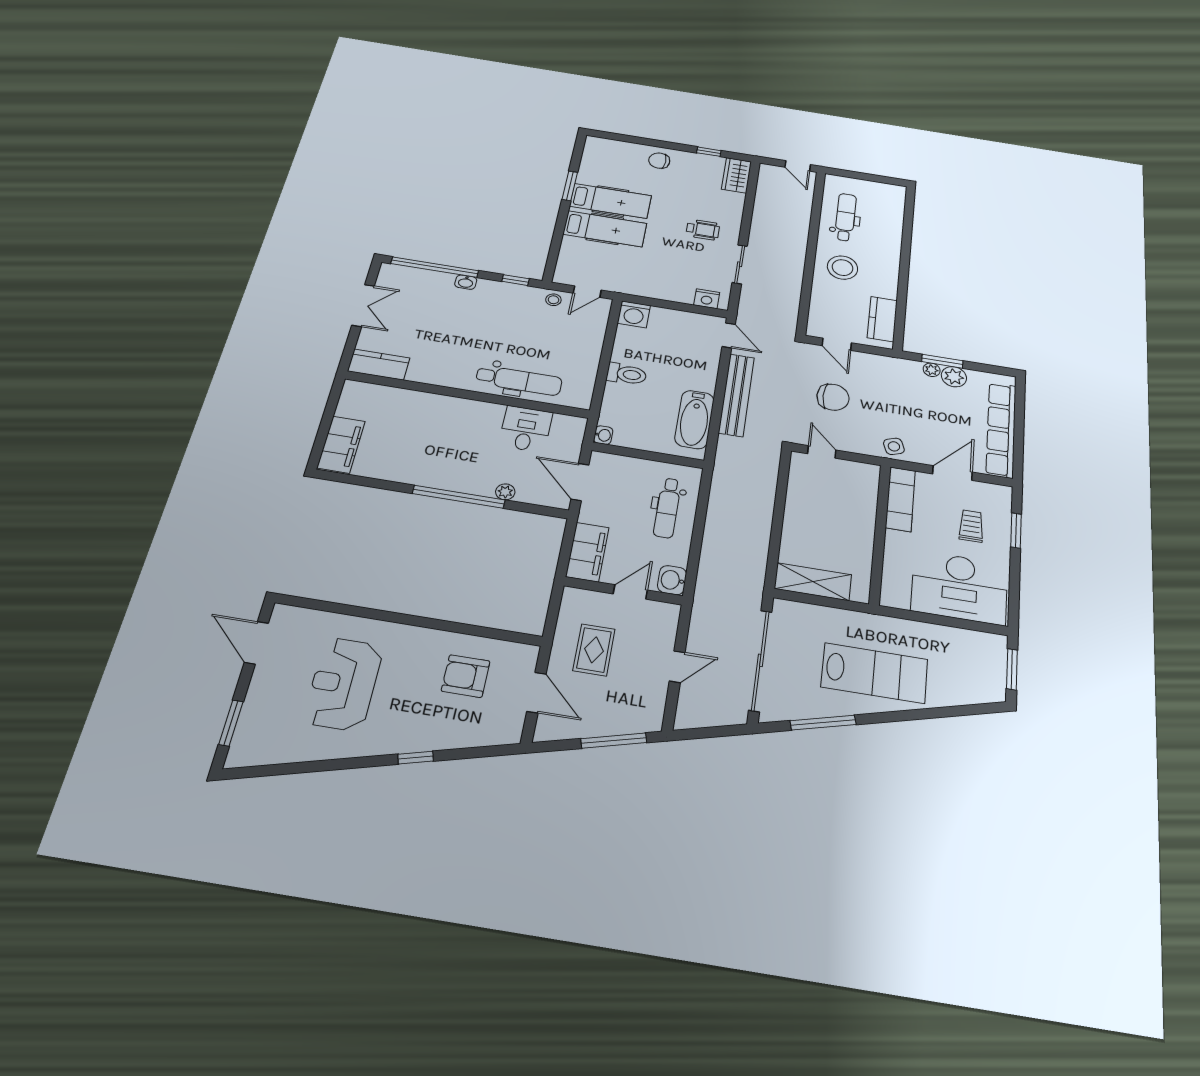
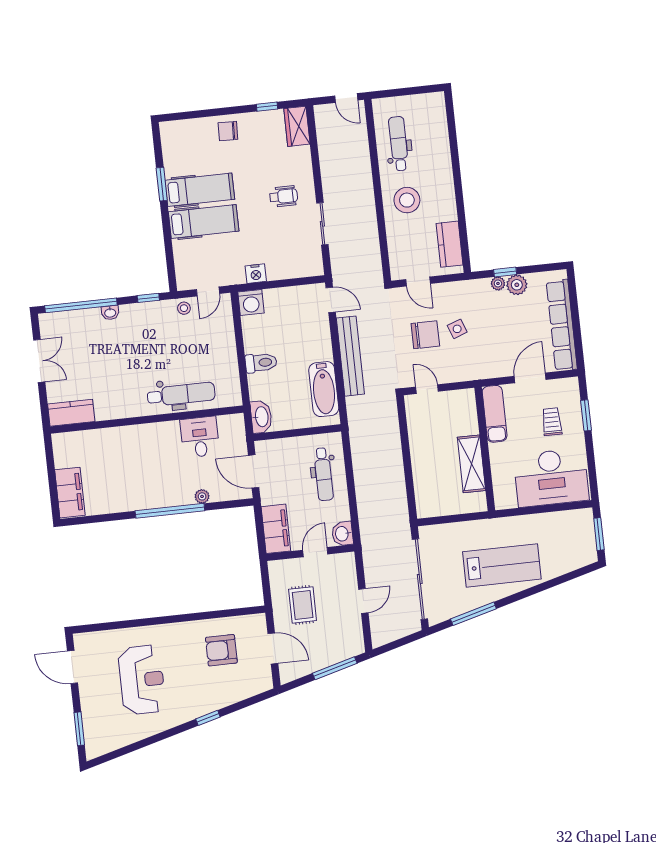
nightstand: (707, 299) -> (256, 274), moved
window: (942, 361) -> (505, 272), width x0.67
washbasin: (603, 435) -> (261, 417), width x1.91, depth x1.45
side table: (894, 446) -> (457, 329), moved
shelving: (813, 582) -> (471, 464), moved, turned 90
reception desk: (343, 684) -> (142, 680), turned 180

